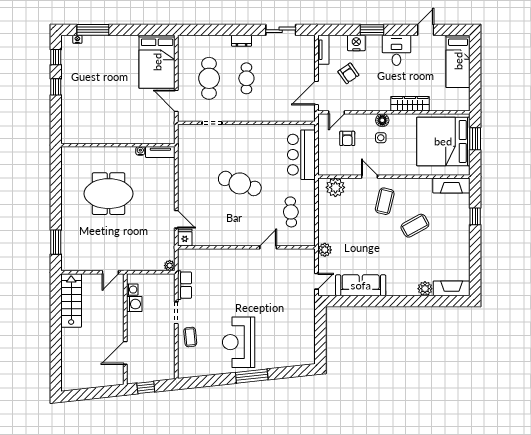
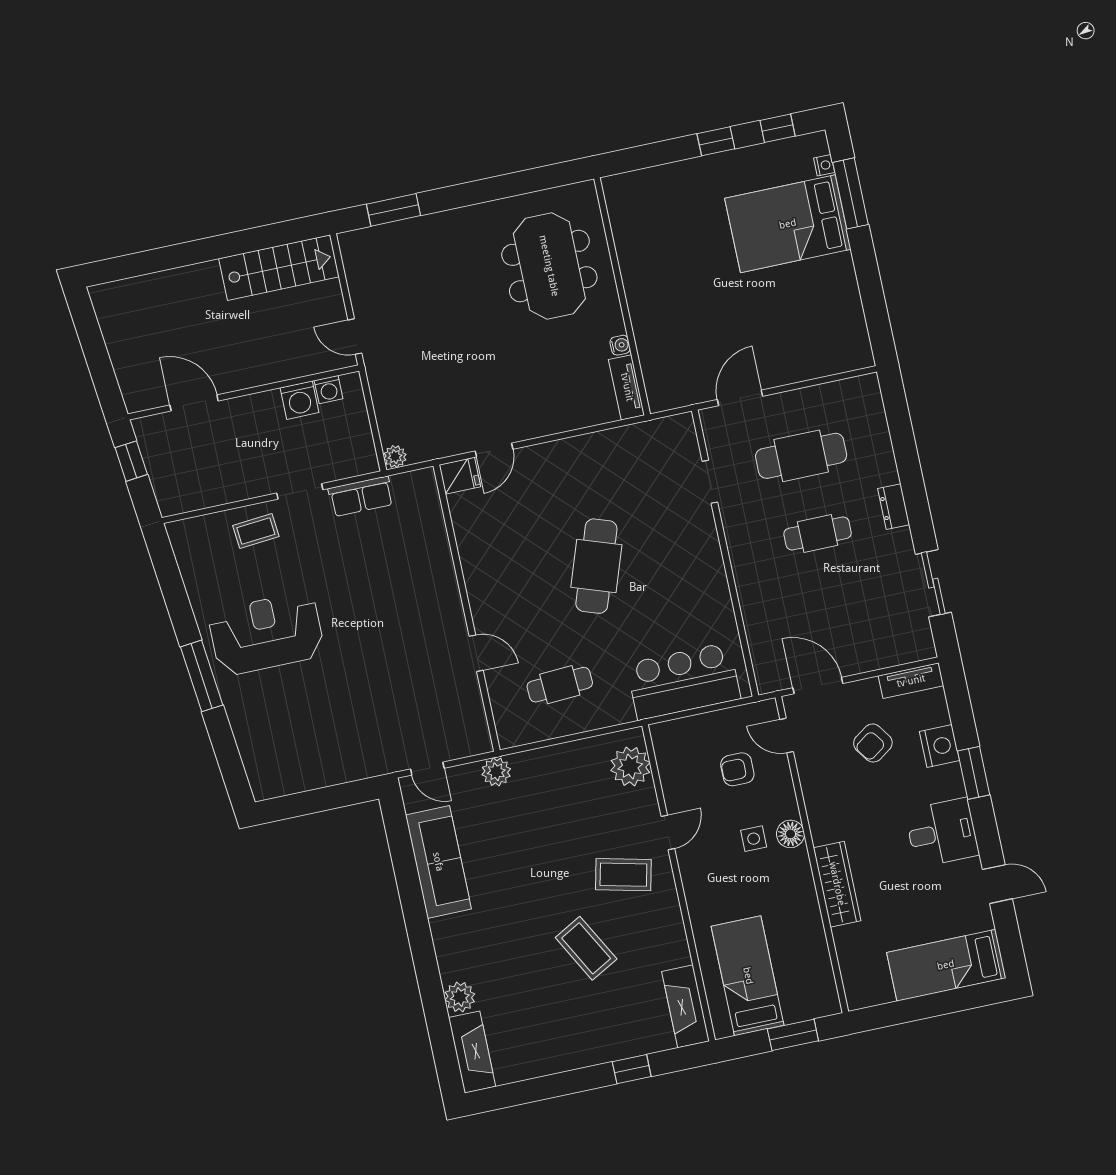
bed: (157, 62) -> (788, 224), moved
bed: (443, 141) -> (748, 976), width x0.49
meeting table: (109, 194) -> (549, 266), moved

